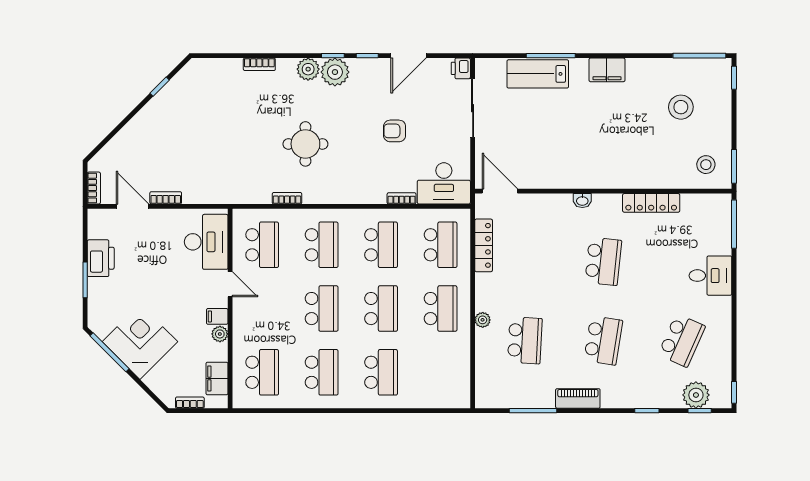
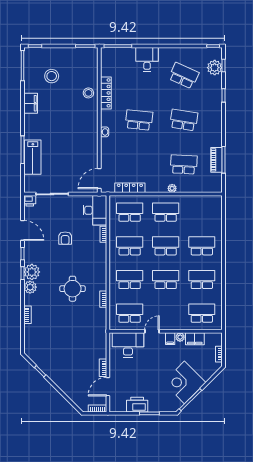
filing cabinet: (607, 70) -> (31, 103), moved
stool: (706, 165) -> (88, 93), moved
filing cabinet: (217, 378) -> (195, 339), moved
piano: (578, 398) -> (217, 160), moved

